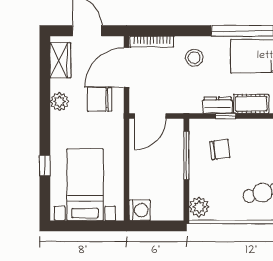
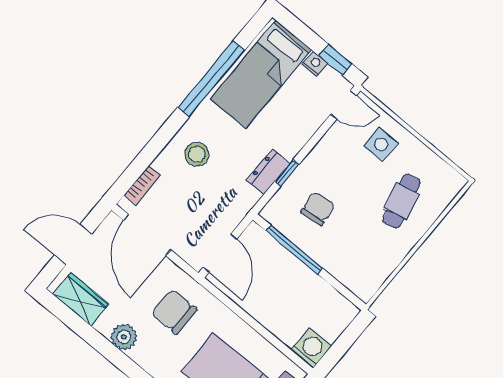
bookcase: (152, 42) -> (142, 185), width x0.64
chair: (100, 99) -> (174, 312), moved, turned 90
cot: (251, 104) -> (297, 135), removed
plant: (199, 207) -> (360, 282), removed

